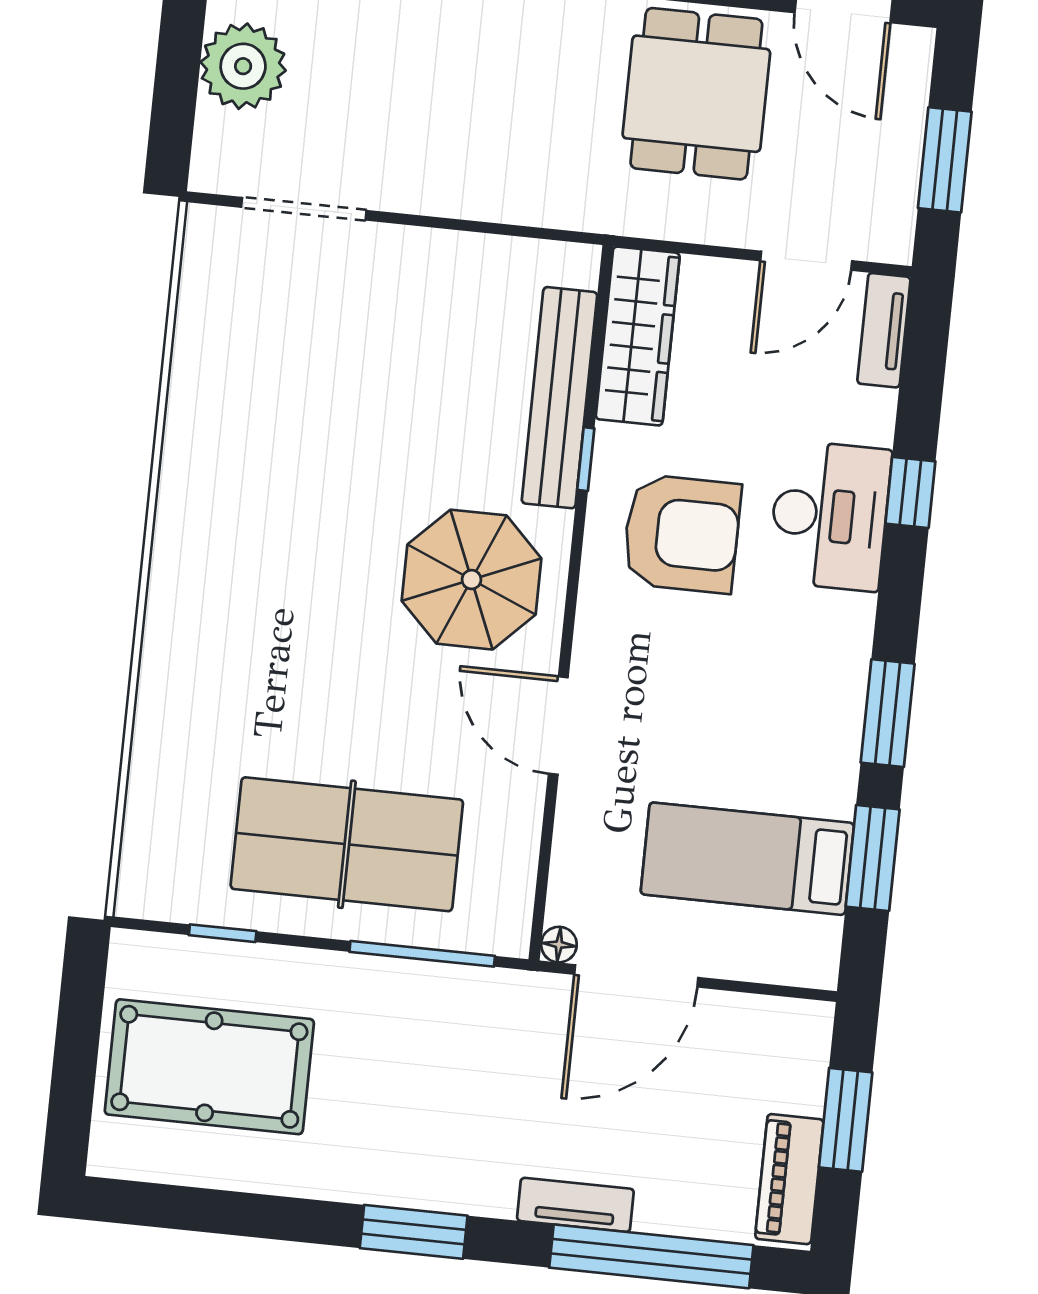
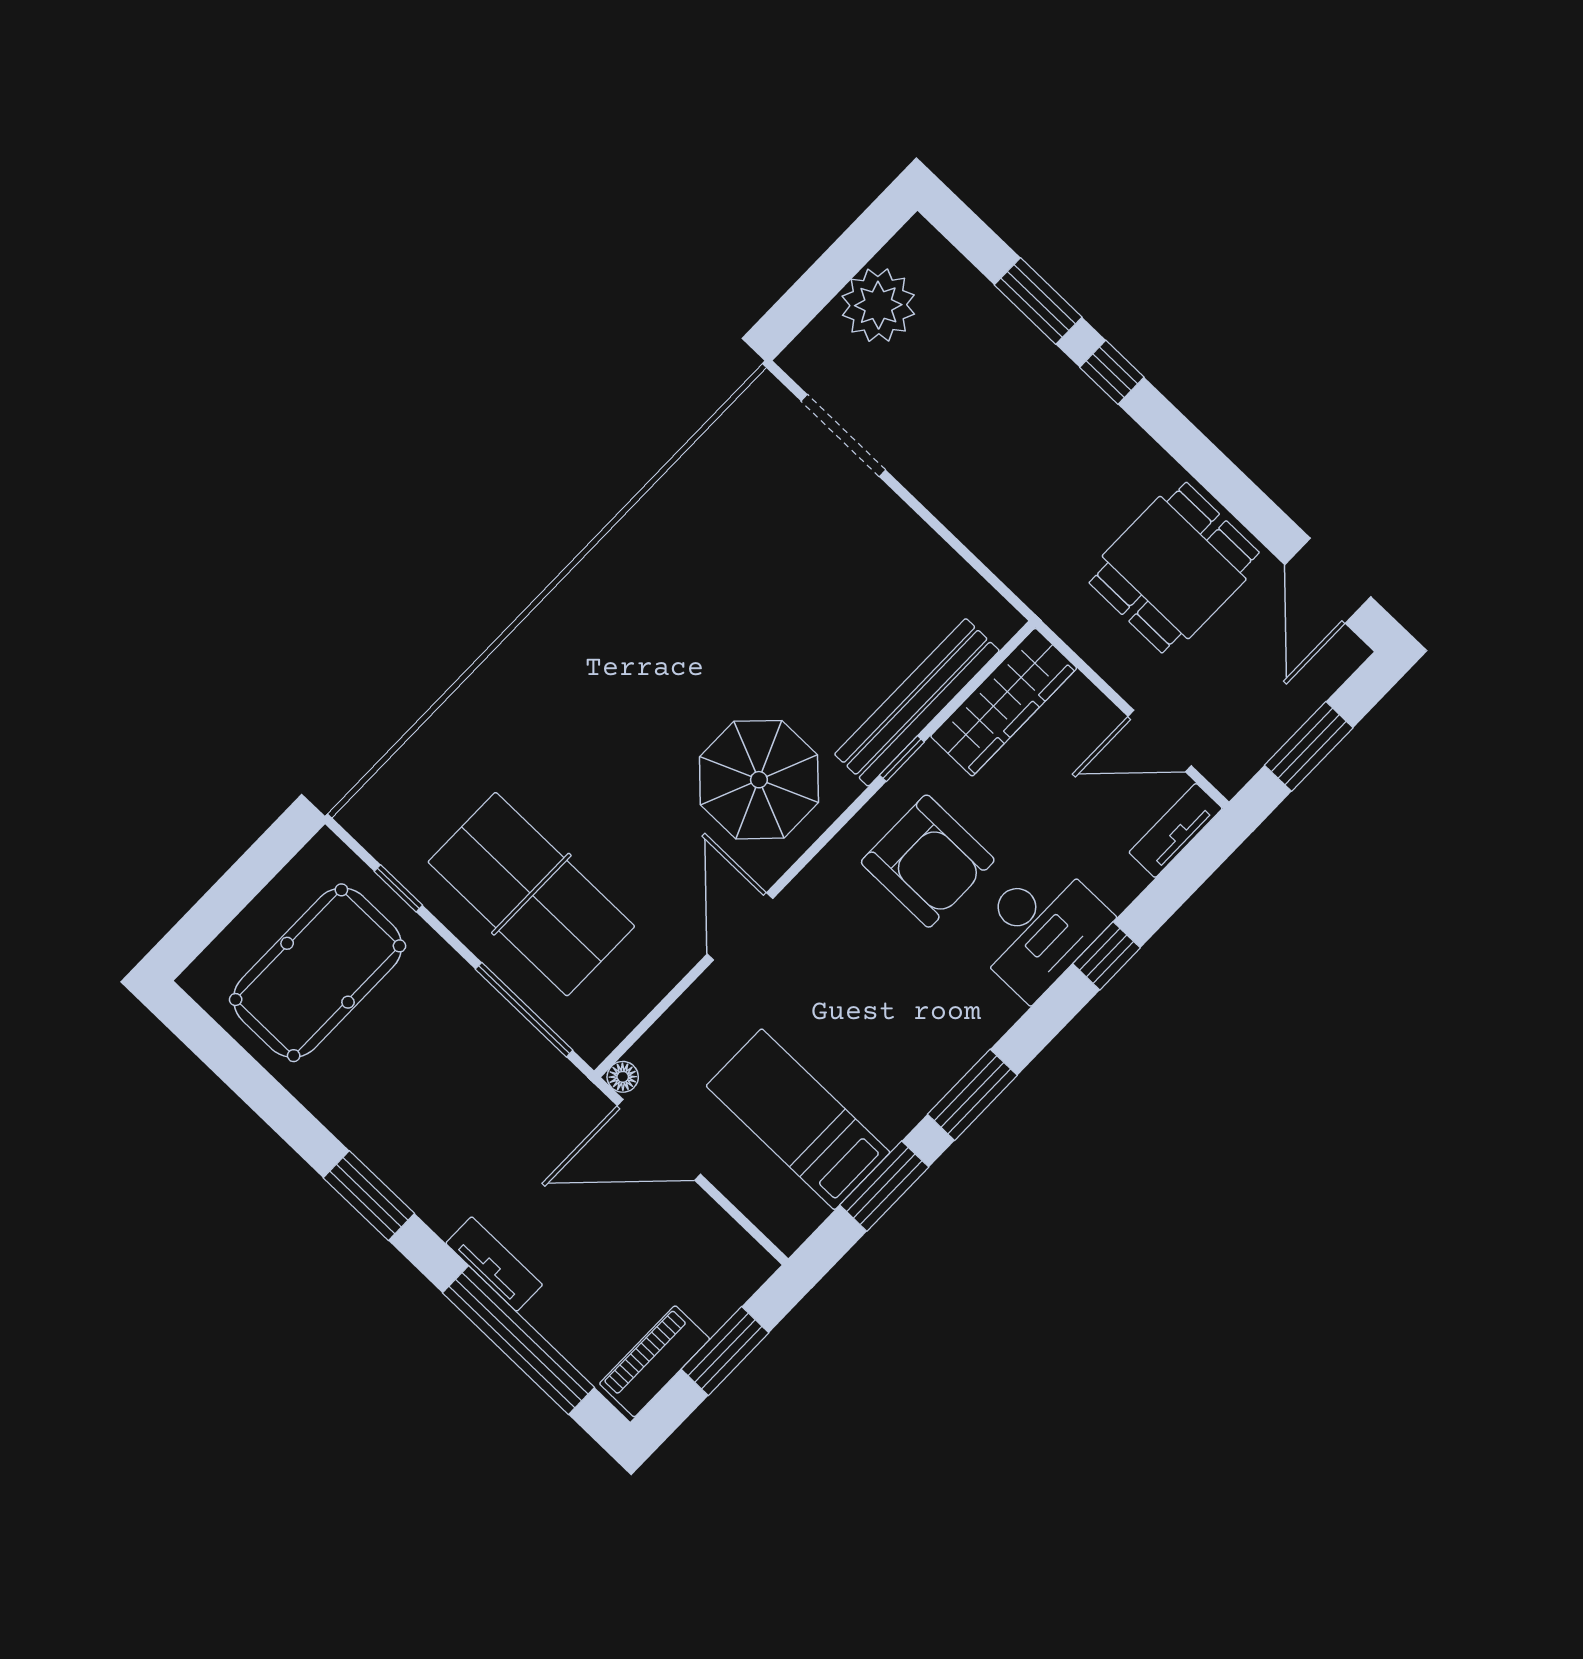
pool table: (209, 1067) -> (318, 973), turned 90

